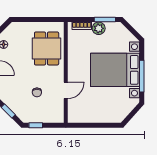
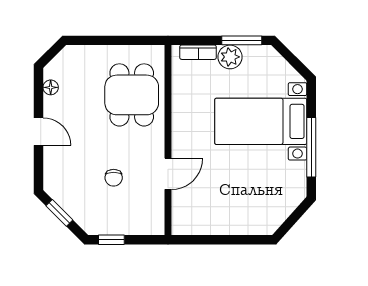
bed with nightstands: (115, 70) -> (261, 121), width x0.73

